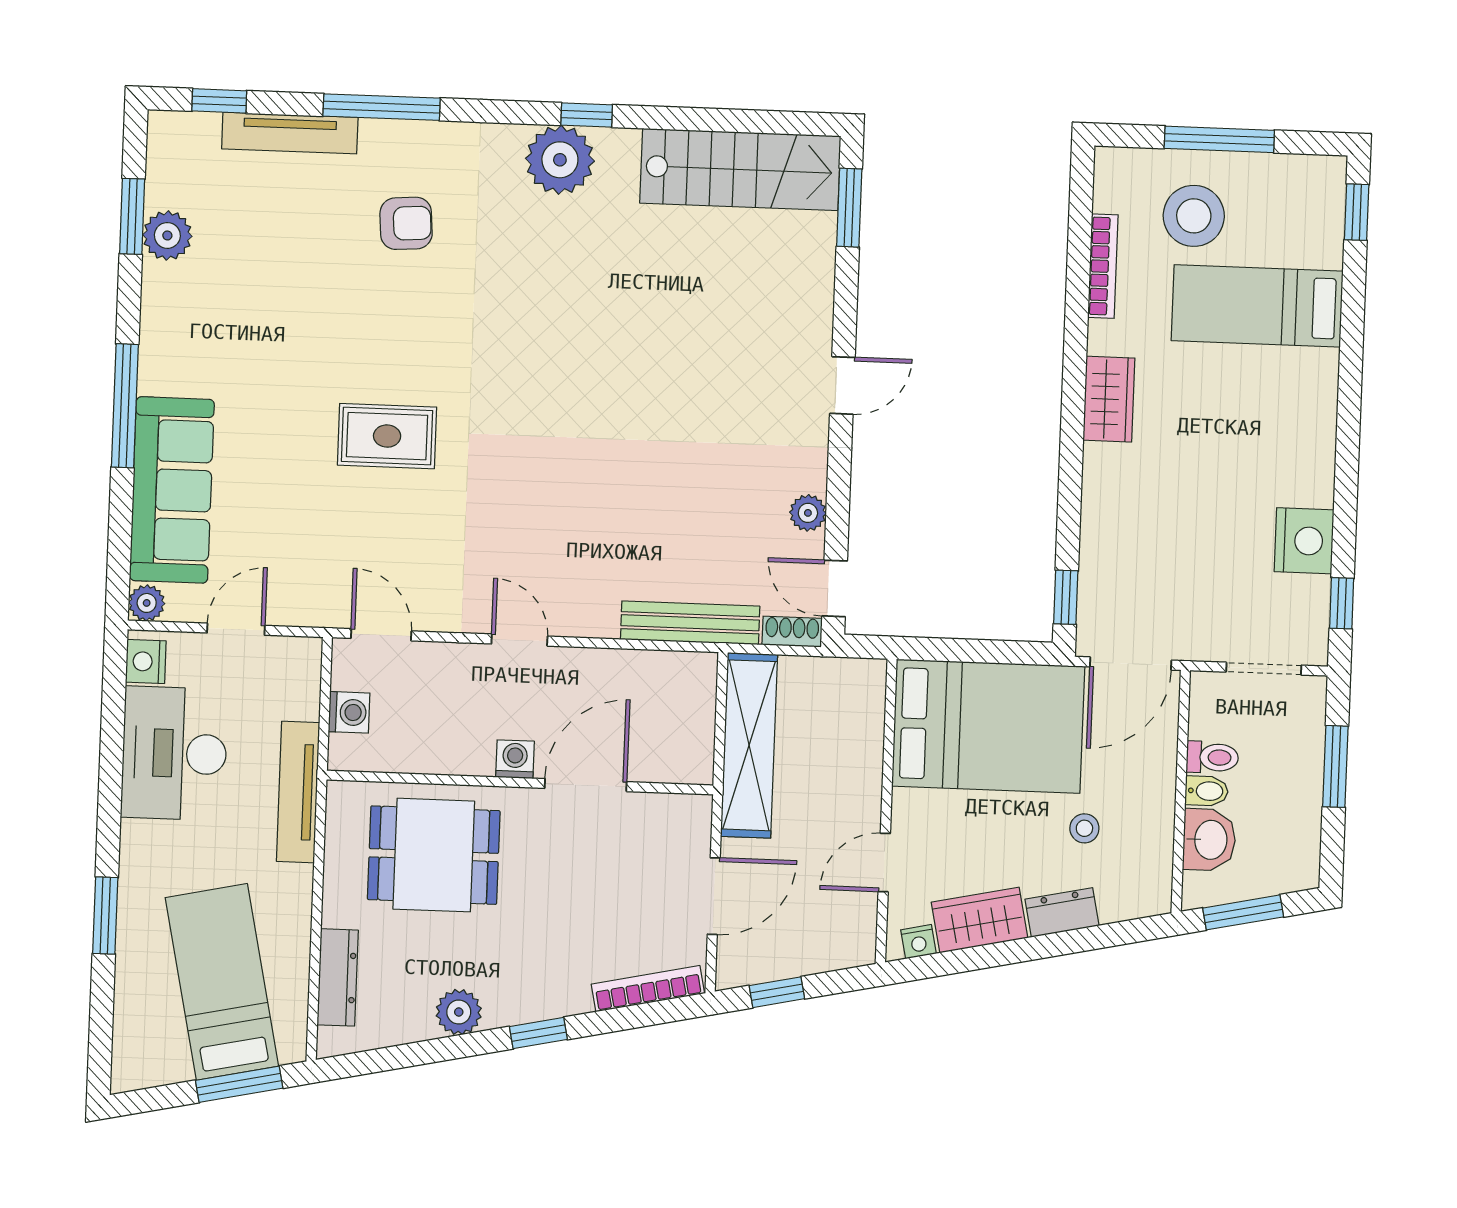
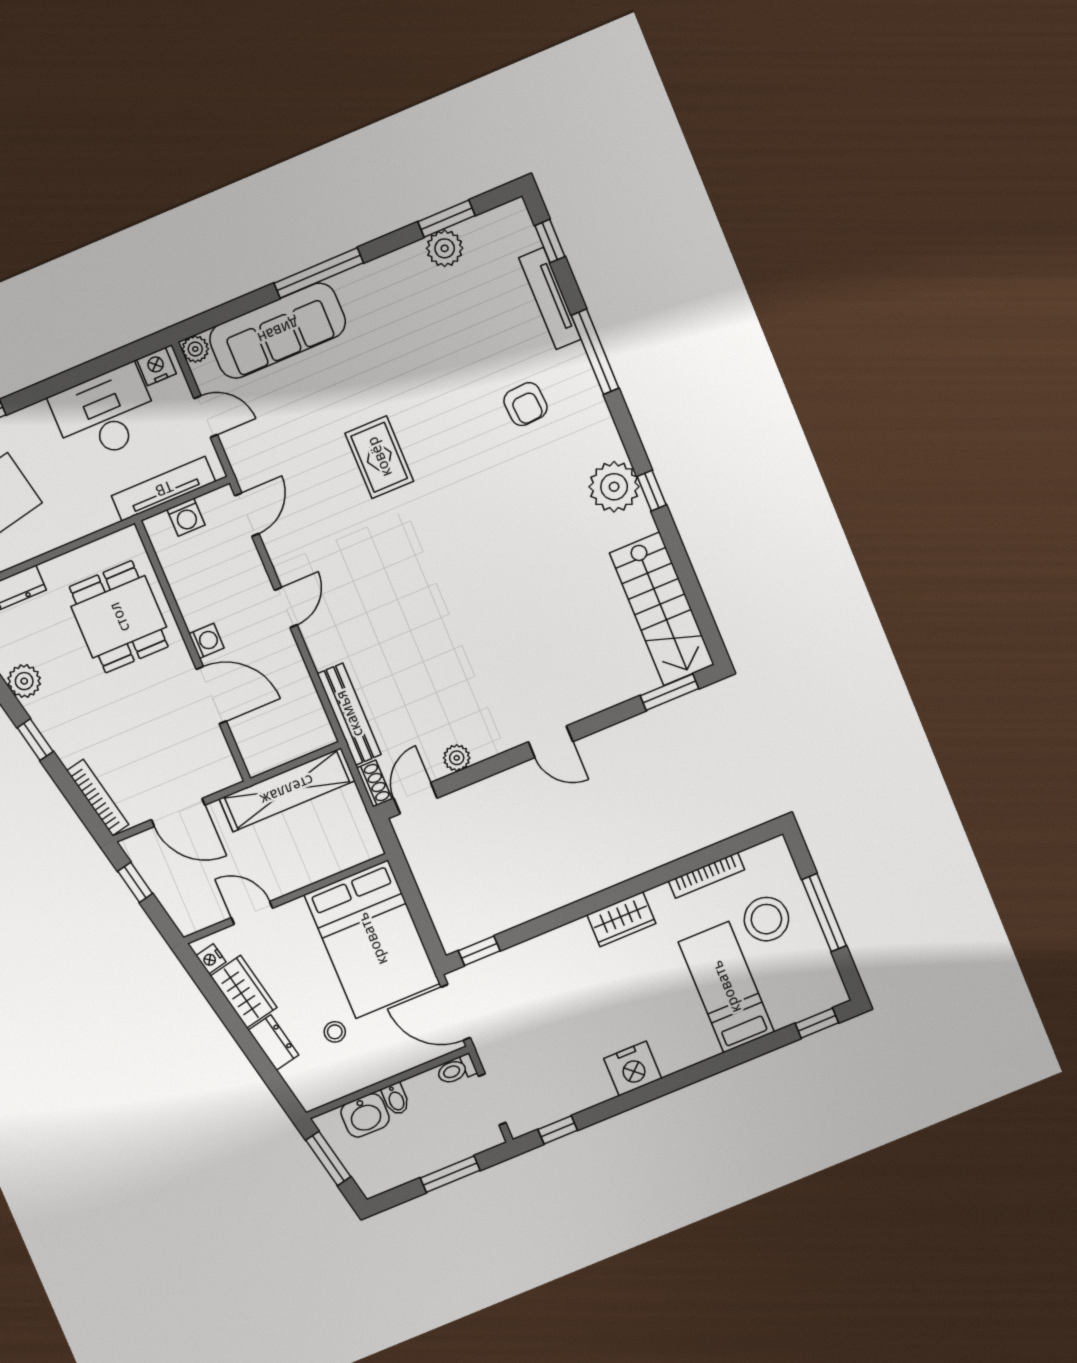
nightstand: (1304, 541) -> (633, 1069), moved
toilet: (1212, 757) -> (456, 1070), moved, turned 90
tv unit: (298, 792) -> (164, 489), moved

